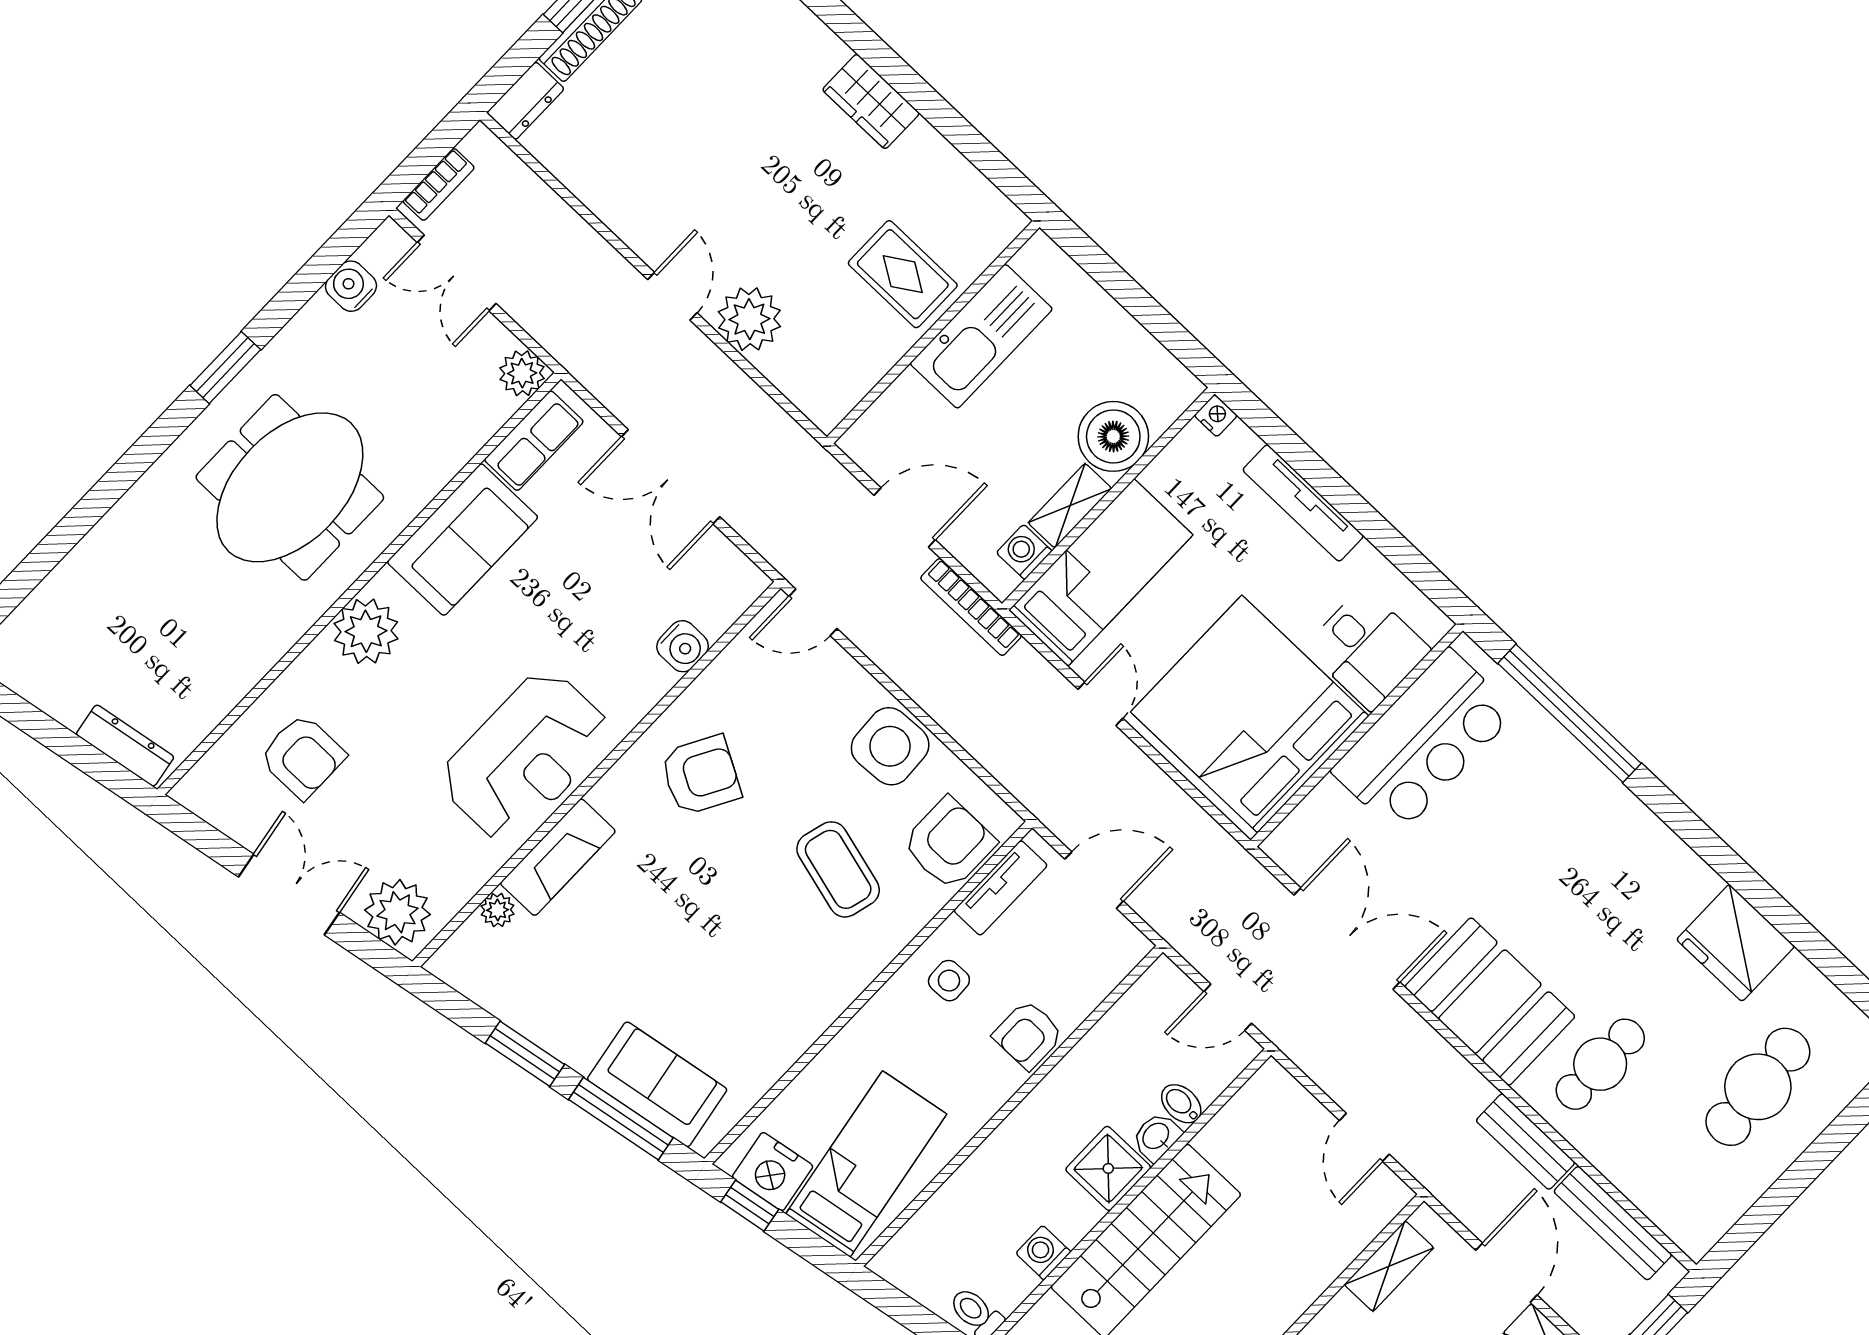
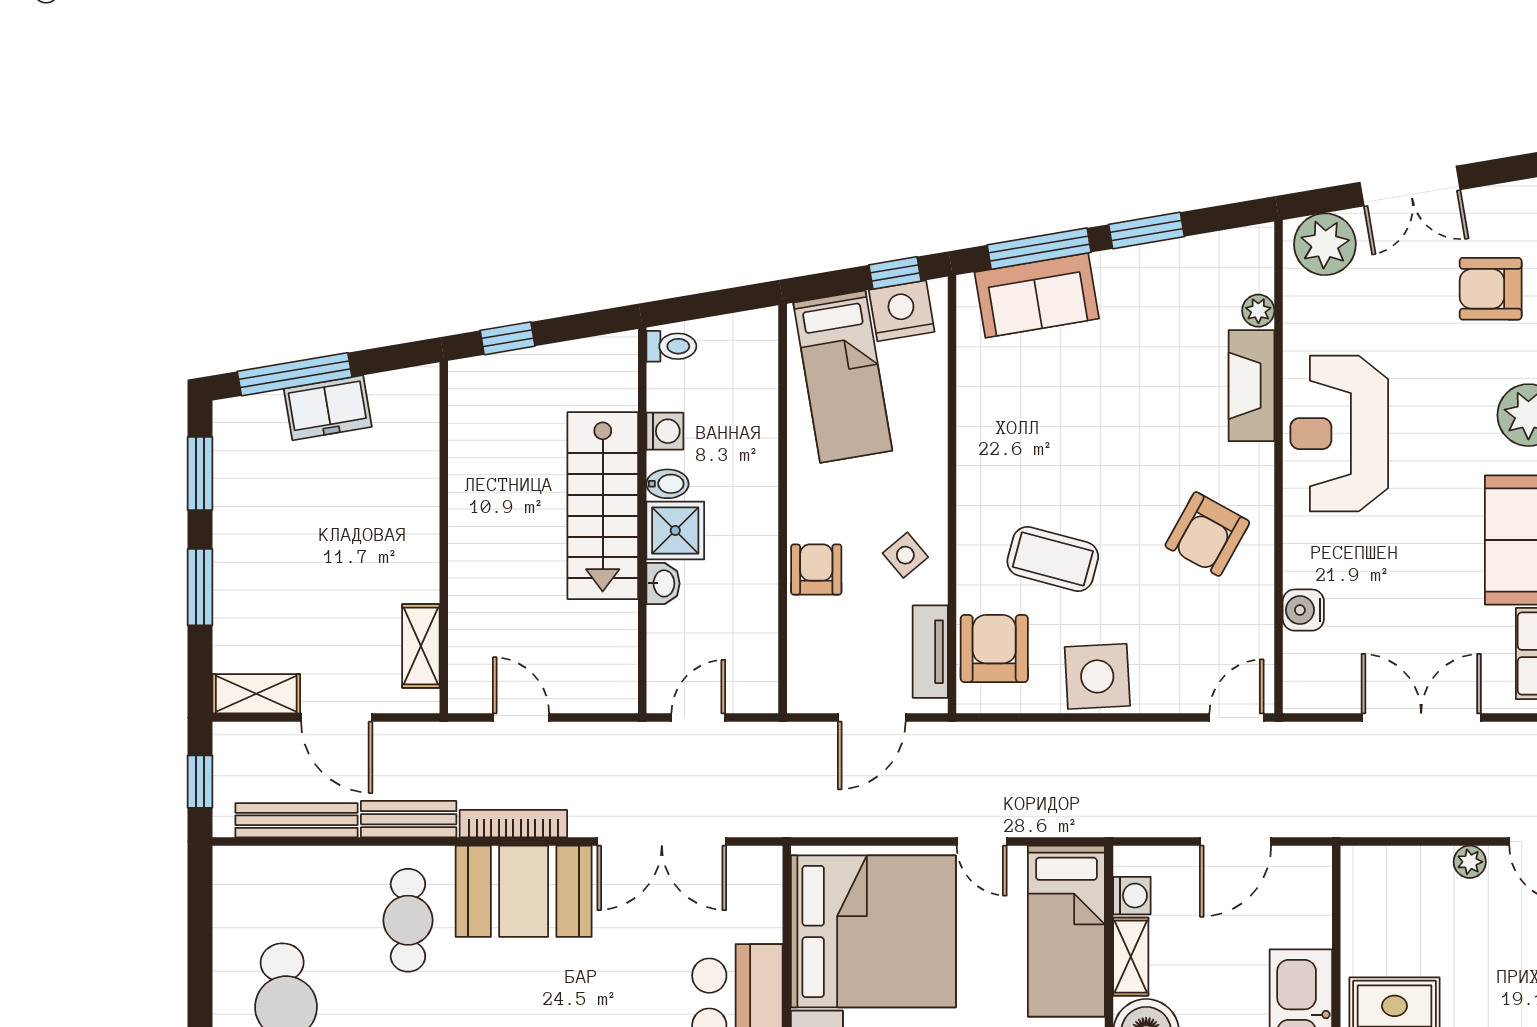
plant: (749, 319) -> (1470, 862), width x0.53, depth x0.53
bookcase: (971, 607) -> (513, 824), moved
armchair: (949, 843) -> (994, 649), turned 180
side table: (949, 981) -> (905, 555), turned -38
bidet: (1181, 1104) -> (668, 484), moved

